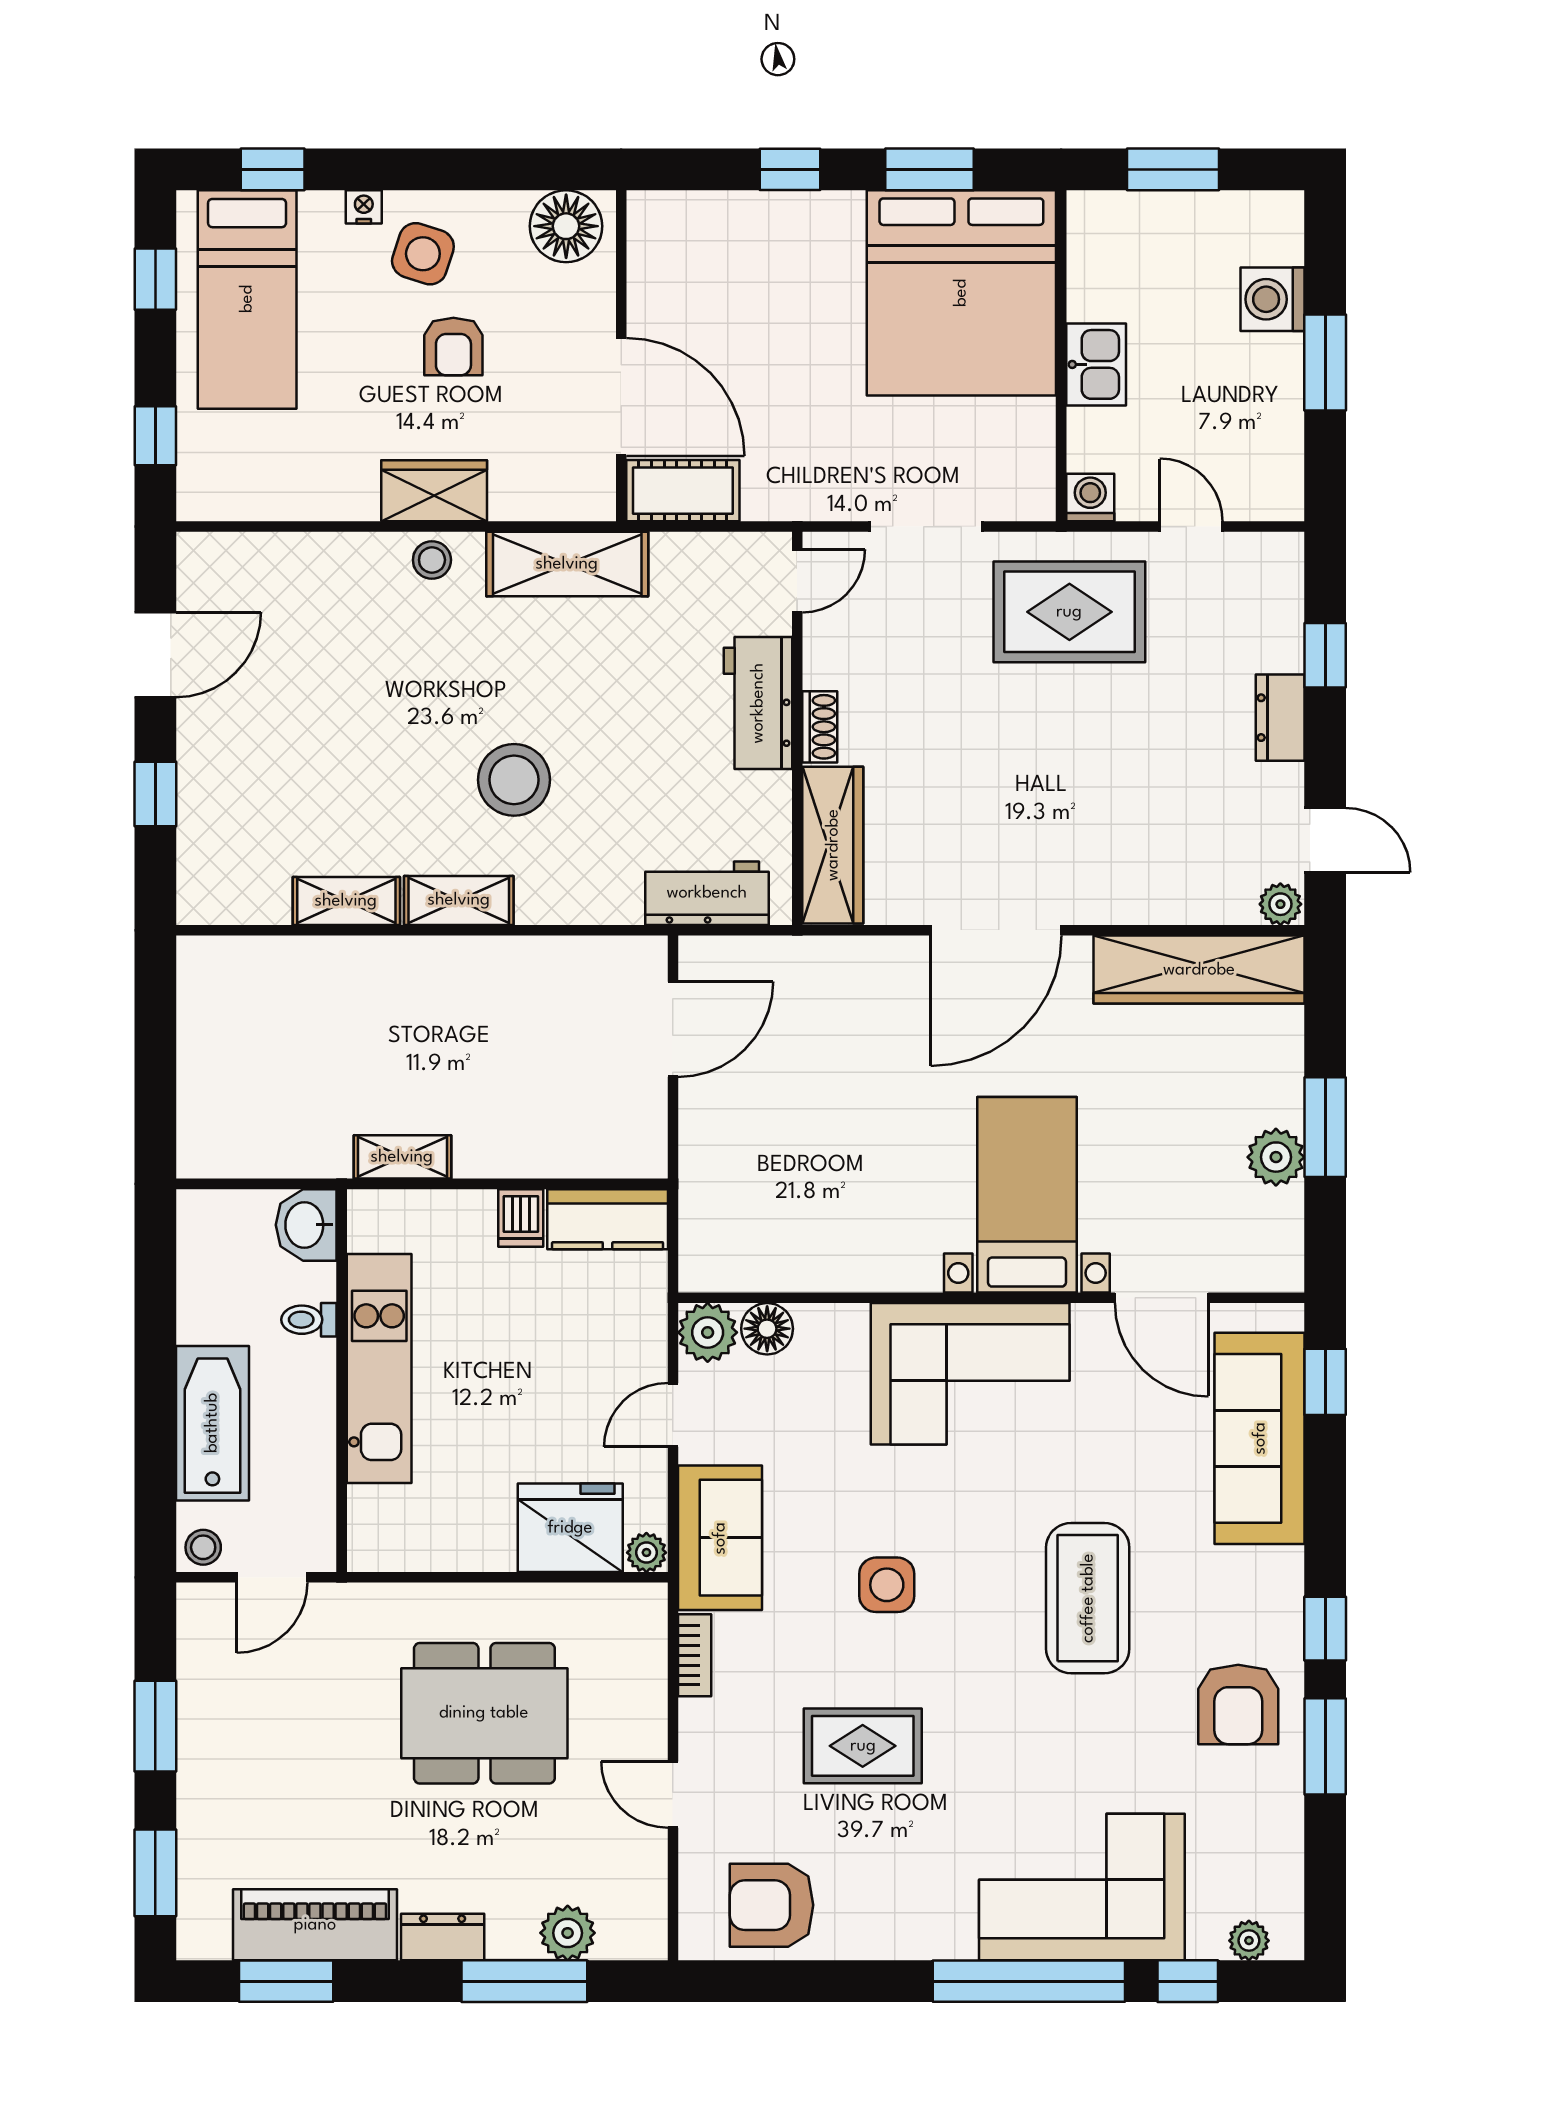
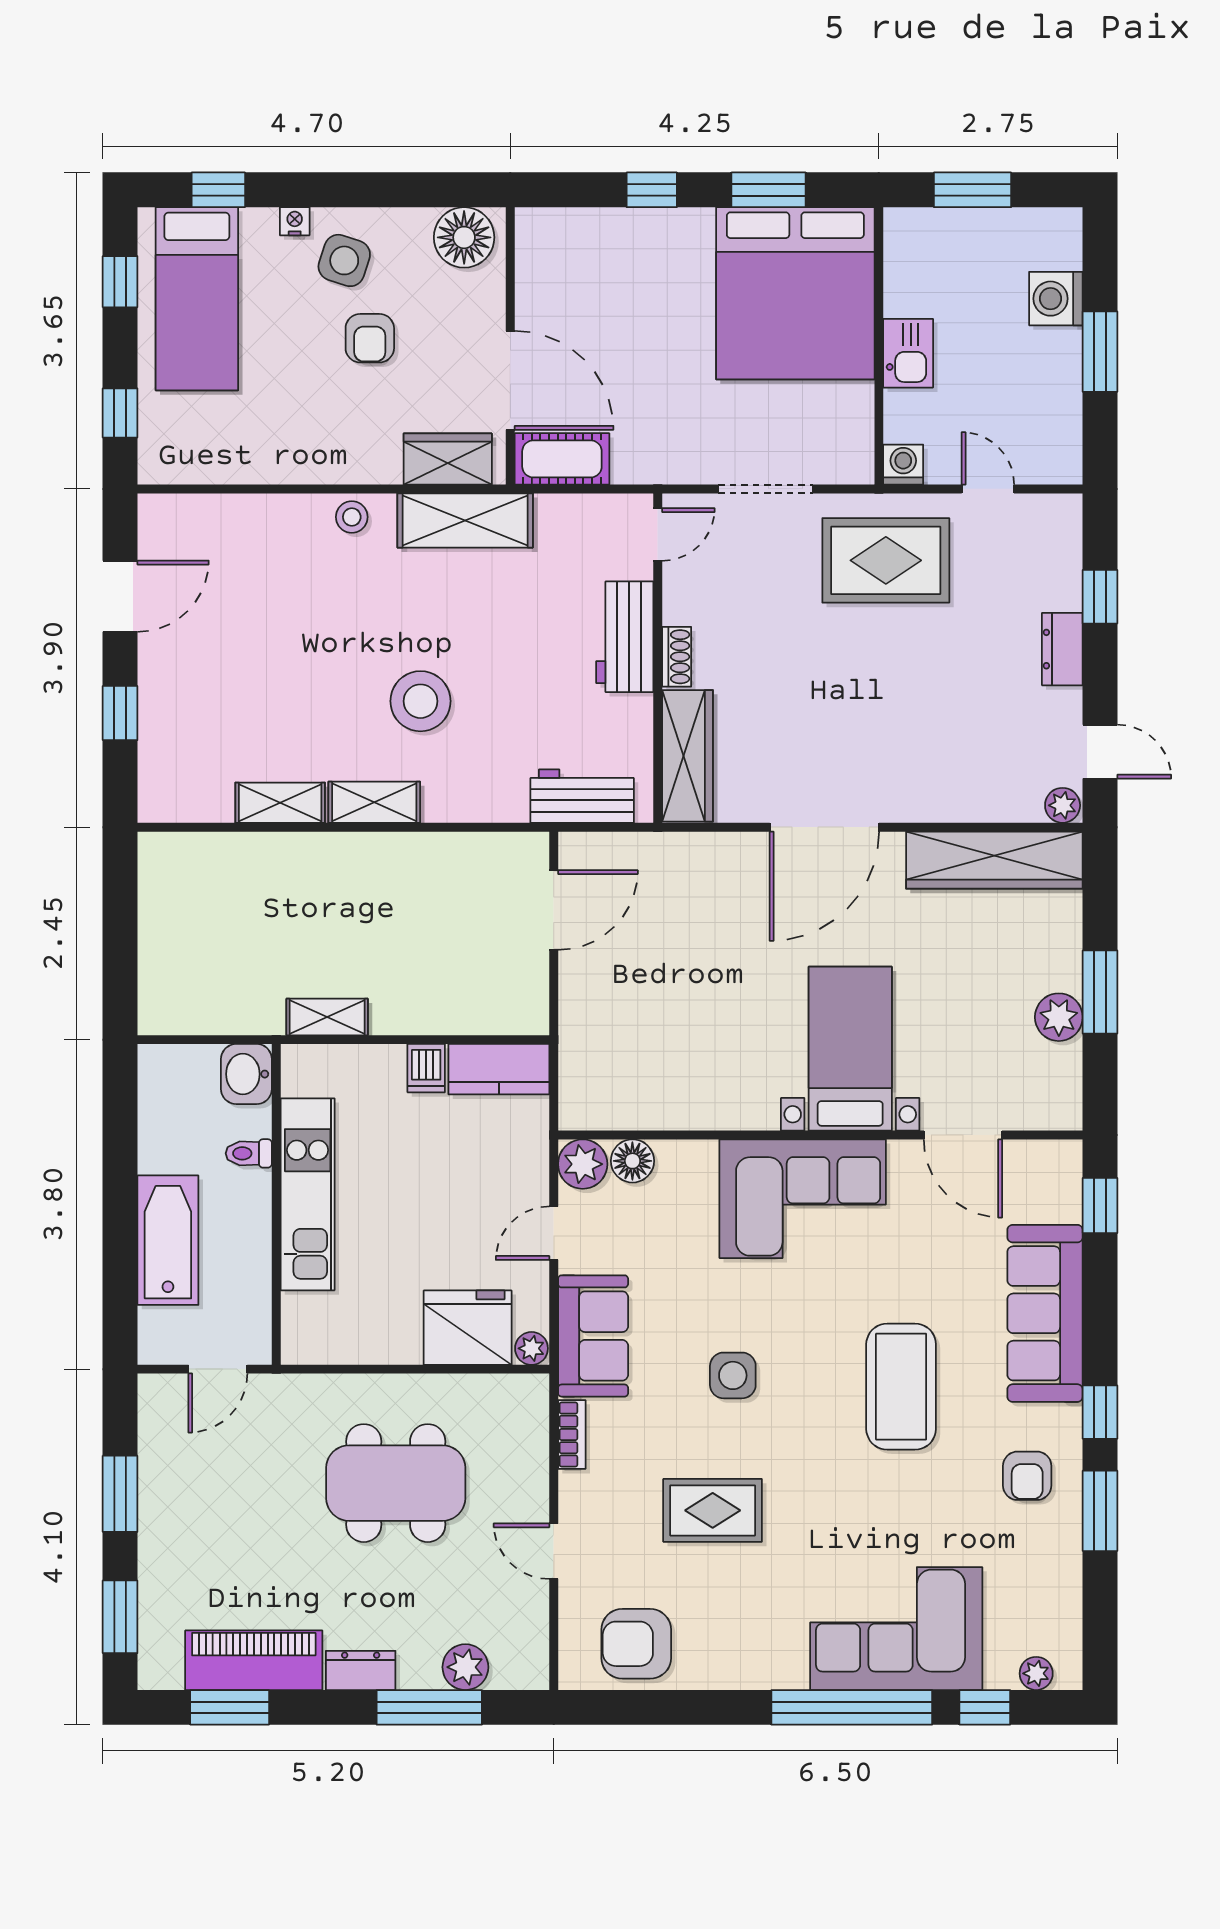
wardrobe: (434, 491) -> (448, 459), moved
sofa: (1260, 1438) -> (1045, 1313), moved
stool: (203, 1547) -> (160, 1344), removed
armchair: (1238, 1705) -> (1027, 1476), width x0.72, depth x0.72

